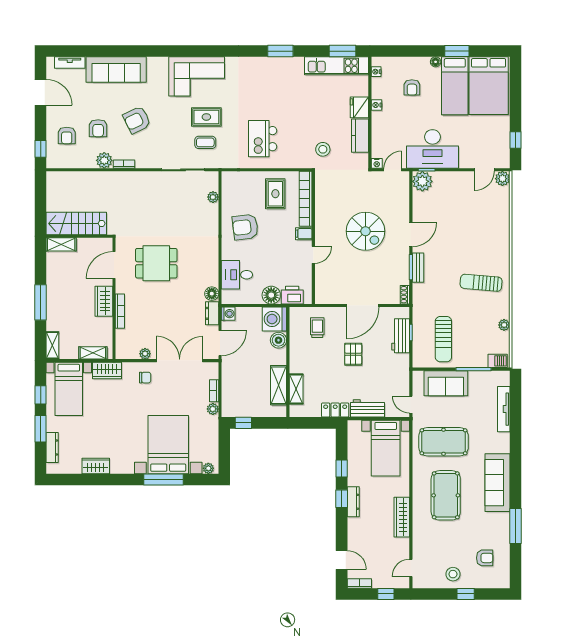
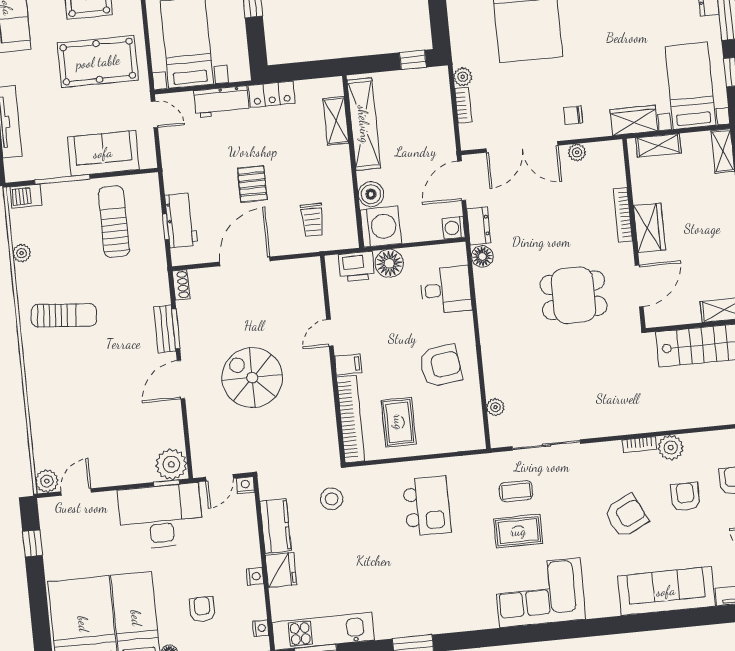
shelving: (279, 385) -> (364, 124), width x1.47

